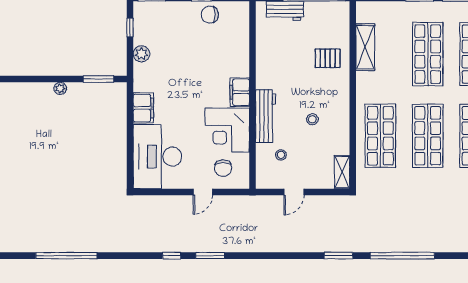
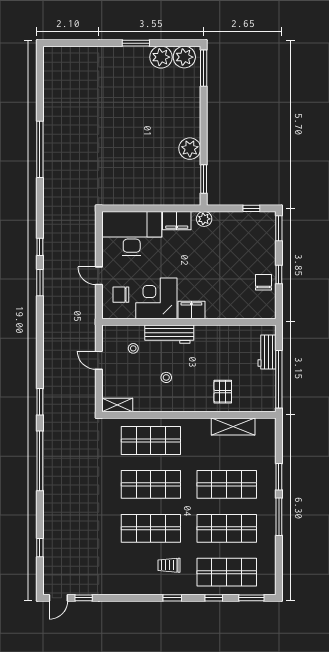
plant: (141, 54) -> (204, 219), moved
plant: (60, 88) -> (190, 149), width x1.88, depth x1.88

